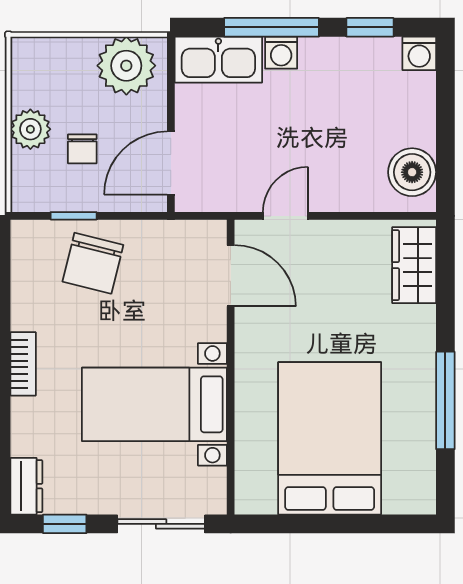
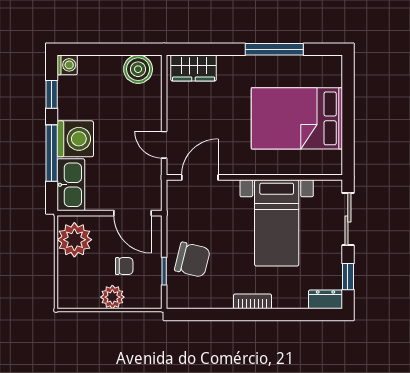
washing machine: (281, 53) -> (75, 139), width x1.89, depth x1.89

